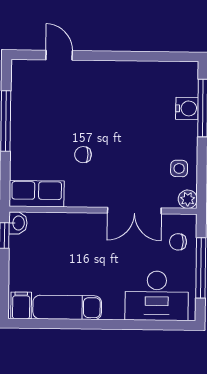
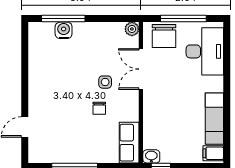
side table: (179, 168) -> (105, 82), moved
double door: (134, 211) -> (141, 69), swing flipped
chair: (178, 242) -> (164, 36), width x1.87, depth x1.87

